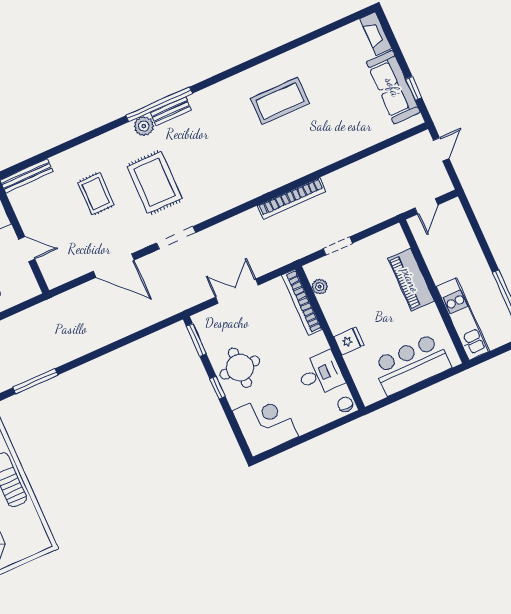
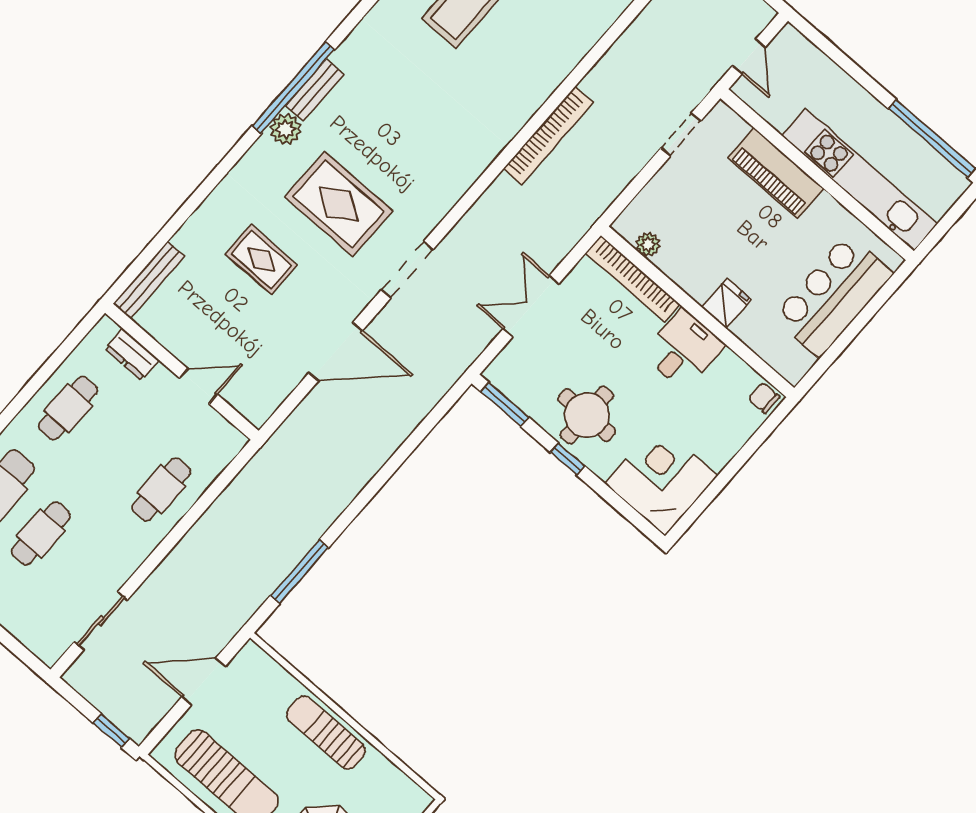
doorway: (338, 246) -> (681, 134), moved
kitchen unit: (463, 319) -> (859, 180), width x1.36
desk: (320, 374) -> (683, 350), moved

